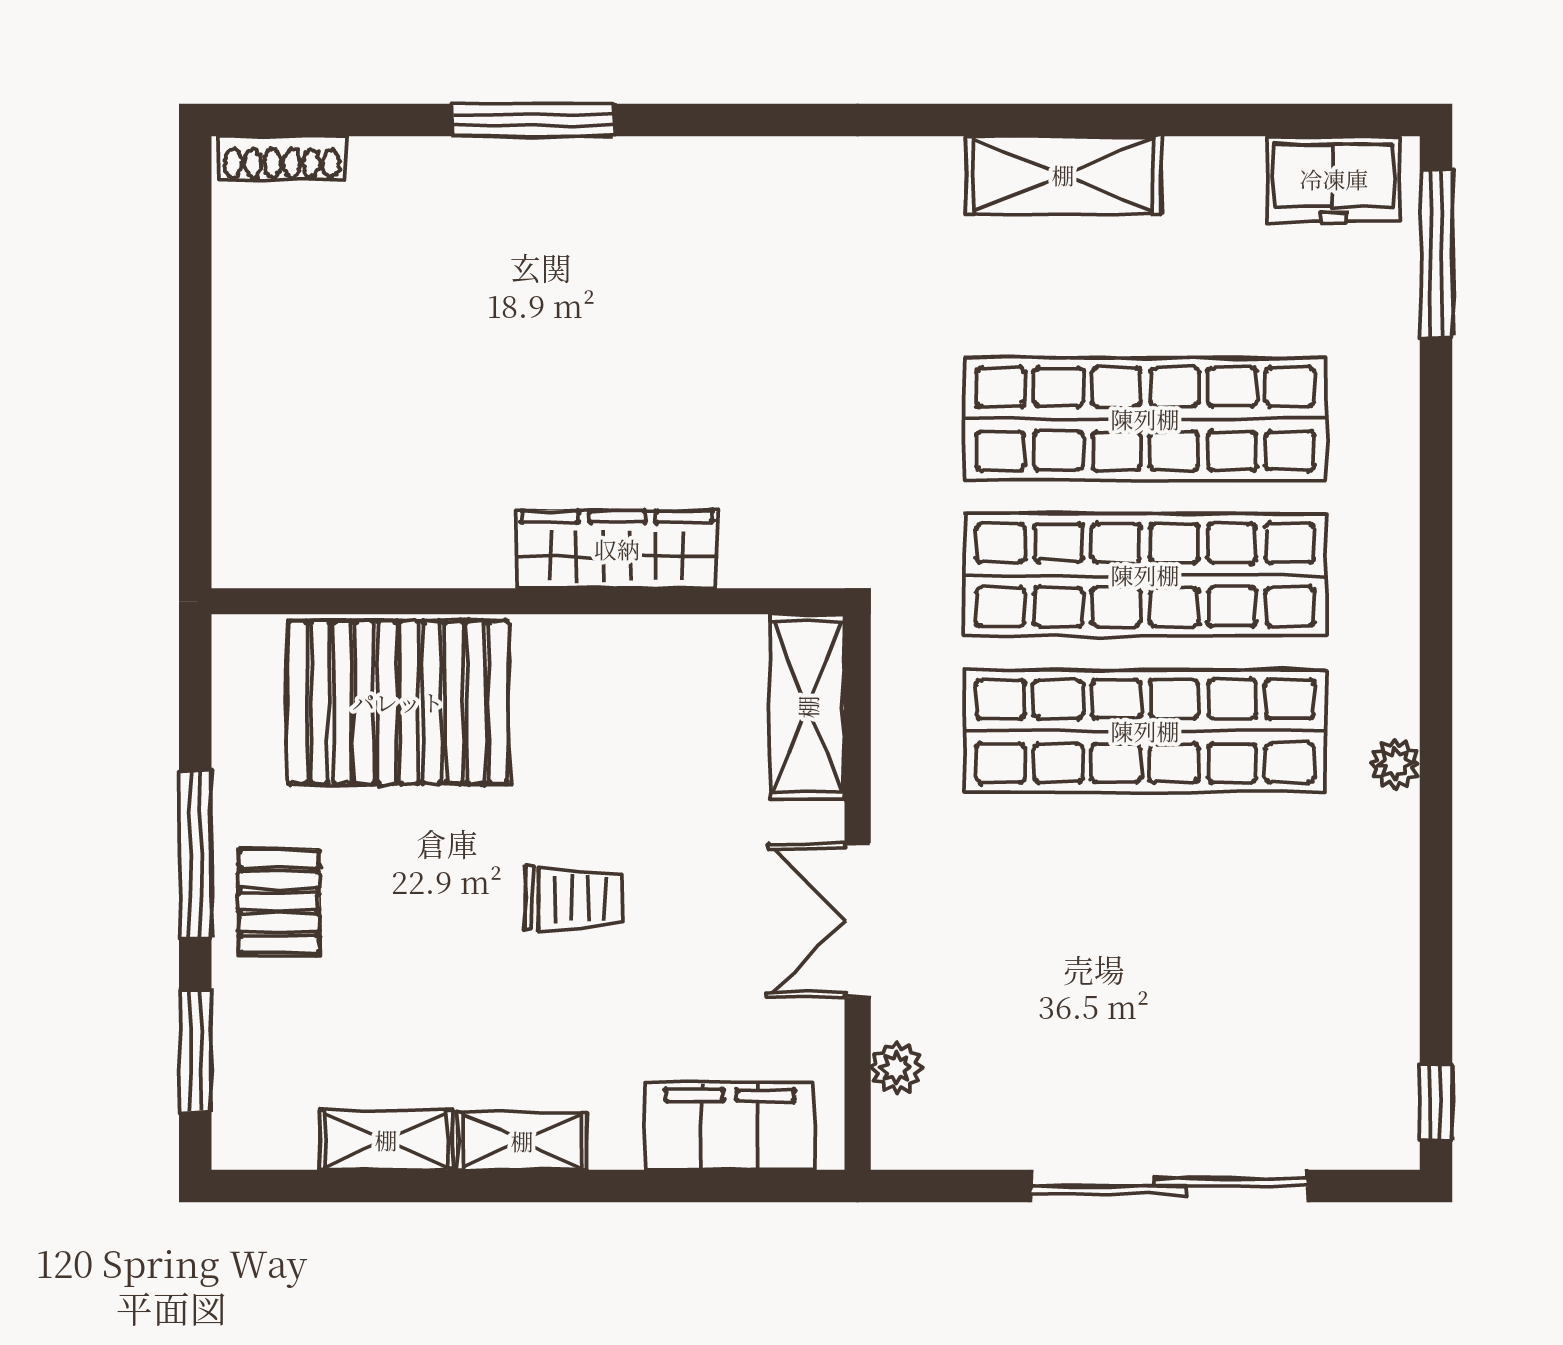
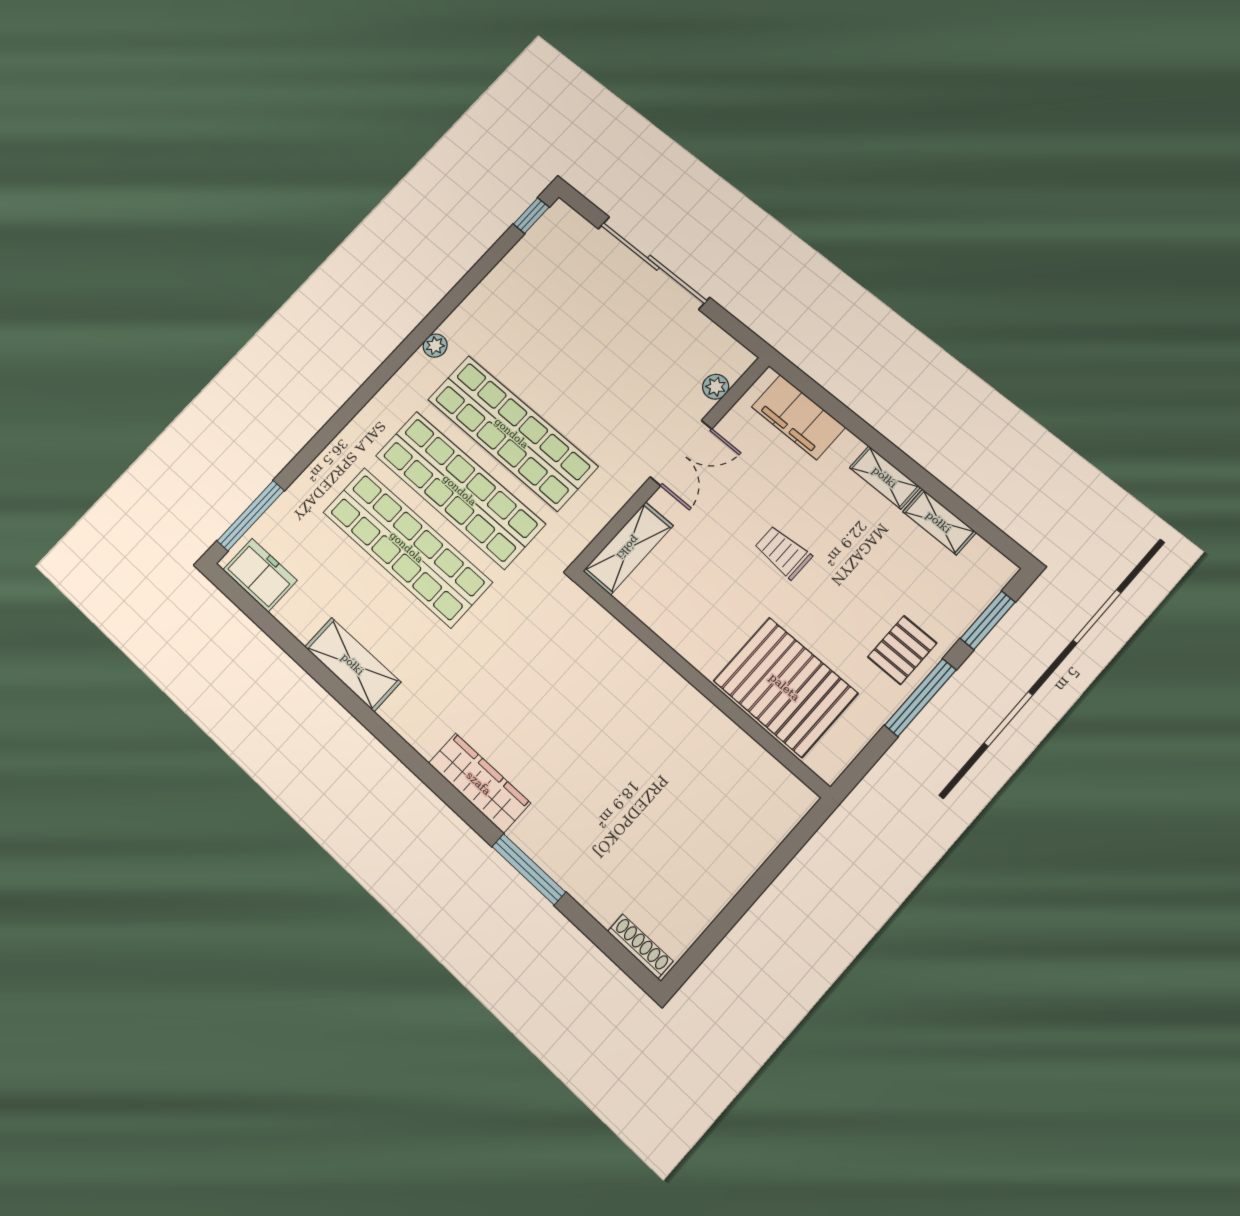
wardrobe: (617, 549) -> (479, 783), moved, turned 180

